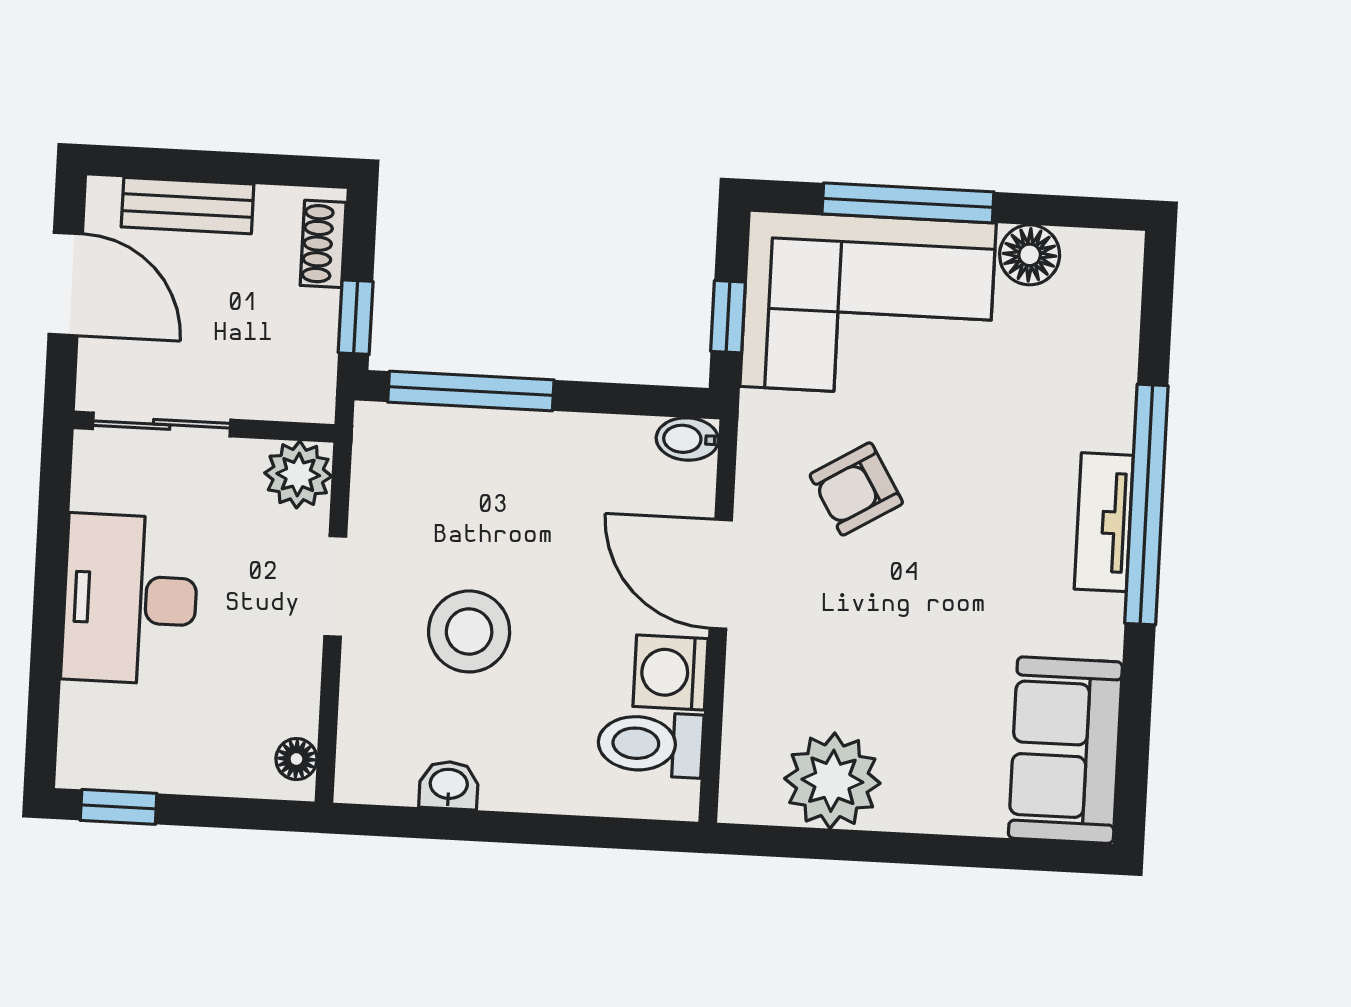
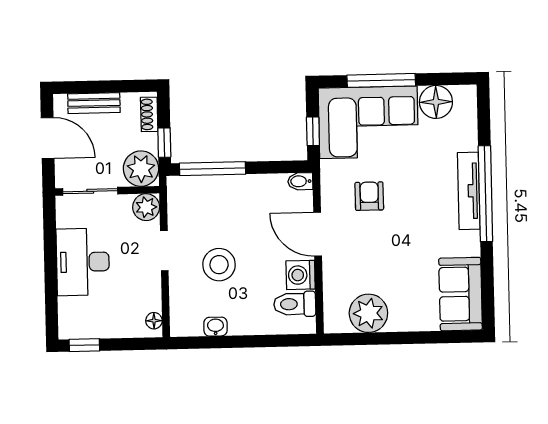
floor lamp: (1030, 255) -> (436, 102), width x1.38, depth x1.38
plant: (293, 378) -> (141, 169), added
armchair: (856, 489) -> (369, 196), turned 121
tv unit: (1104, 522) -> (469, 191), width x1.41

